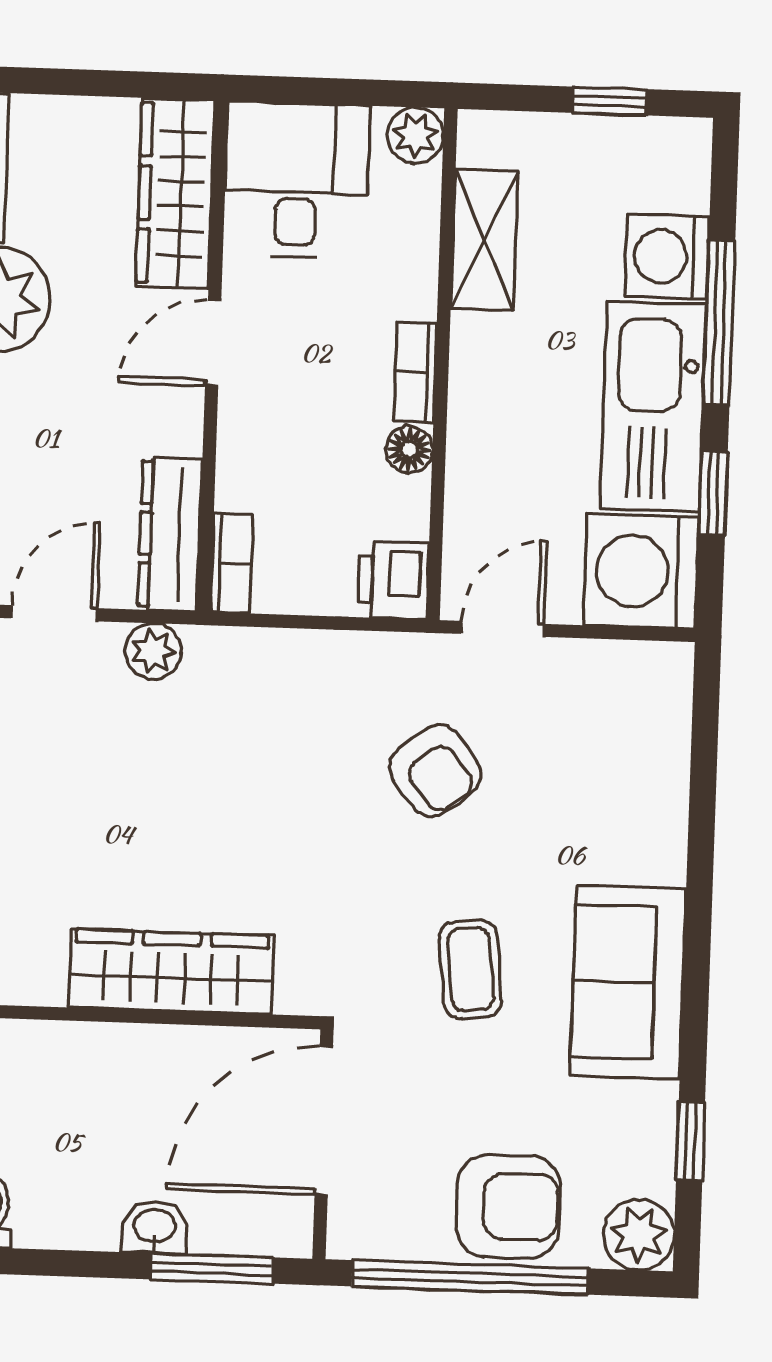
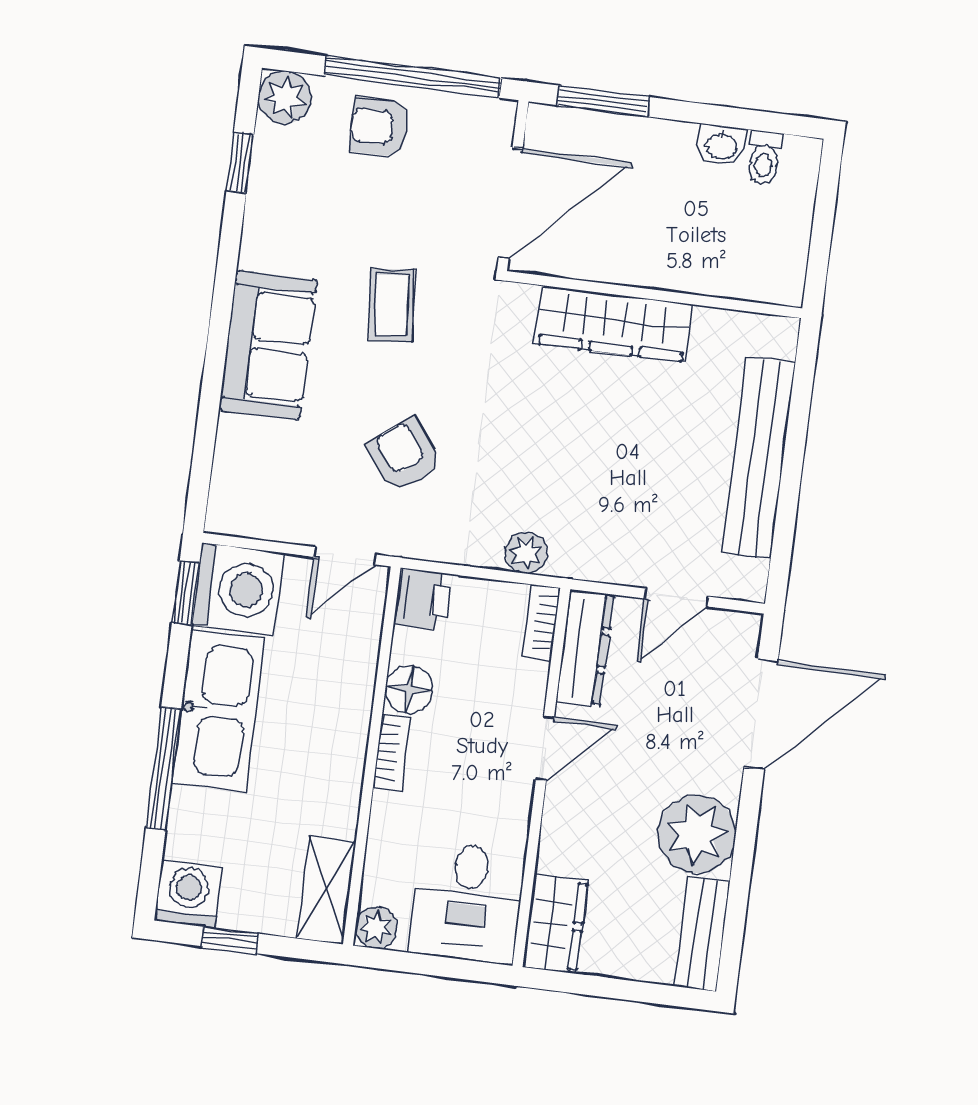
wardrobe: (175, 193) -> (555, 924), width x0.67
shelving: (484, 240) -> (326, 890), moved
washing machine: (667, 257) -> (188, 894), moved, turned -90
door: (213, 343) -> (545, 748), moved
floor lamp: (409, 450) -> (409, 689), width x1.37, depth x1.37
window: (713, 493) -> (186, 593), moved
plant: (153, 651) -> (526, 553), moved
sofa: (628, 982) -> (268, 345), moved
armchair: (508, 1206) -> (379, 127), width x0.72, depth x0.72
washbasin: (155, 1227) -> (721, 145), moved

